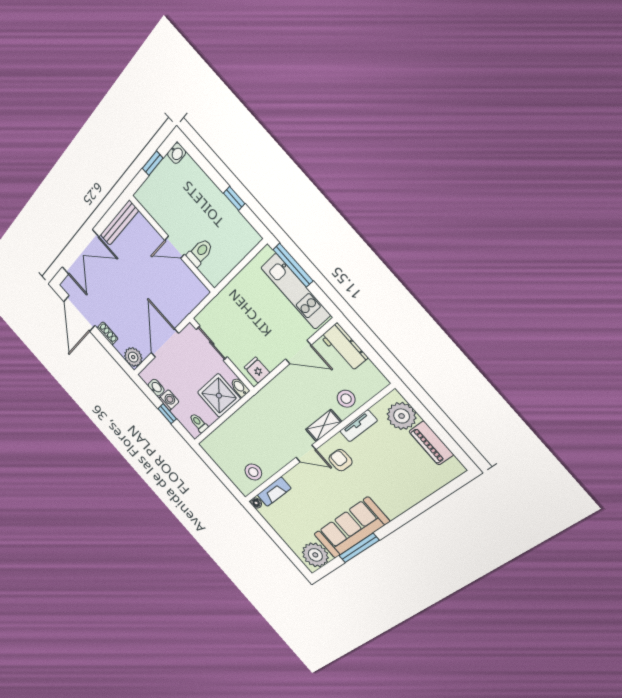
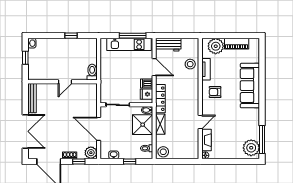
toilet: (200, 252) -> (92, 72), moved
window: (293, 265) -> (133, 36), moved
window: (112, 351) -> (79, 161), added
door: (298, 352) -> (154, 67), hinge flipped
dishwasher: (270, 359) -> (147, 84), added
locker: (268, 393) -> (160, 99), added
washing machine: (169, 400) -> (124, 154), removed
shelving: (324, 426) -> (160, 124), moved
door: (306, 453) -> (200, 122), moved
stool: (253, 472) -> (163, 152), moved
sofa: (351, 528) -> (250, 86), moved
window: (359, 548) -> (262, 140), moved

